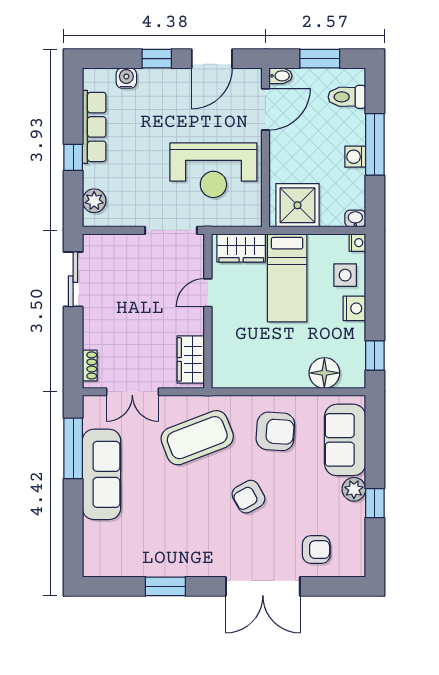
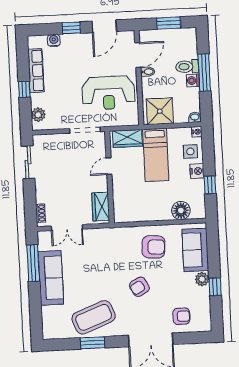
bidet: (281, 76) -> (148, 72), moved
toilet: (347, 97) -> (187, 67), moved
window: (375, 355) -> (210, 185), moved
coffee table: (197, 438) -> (94, 317), moved

